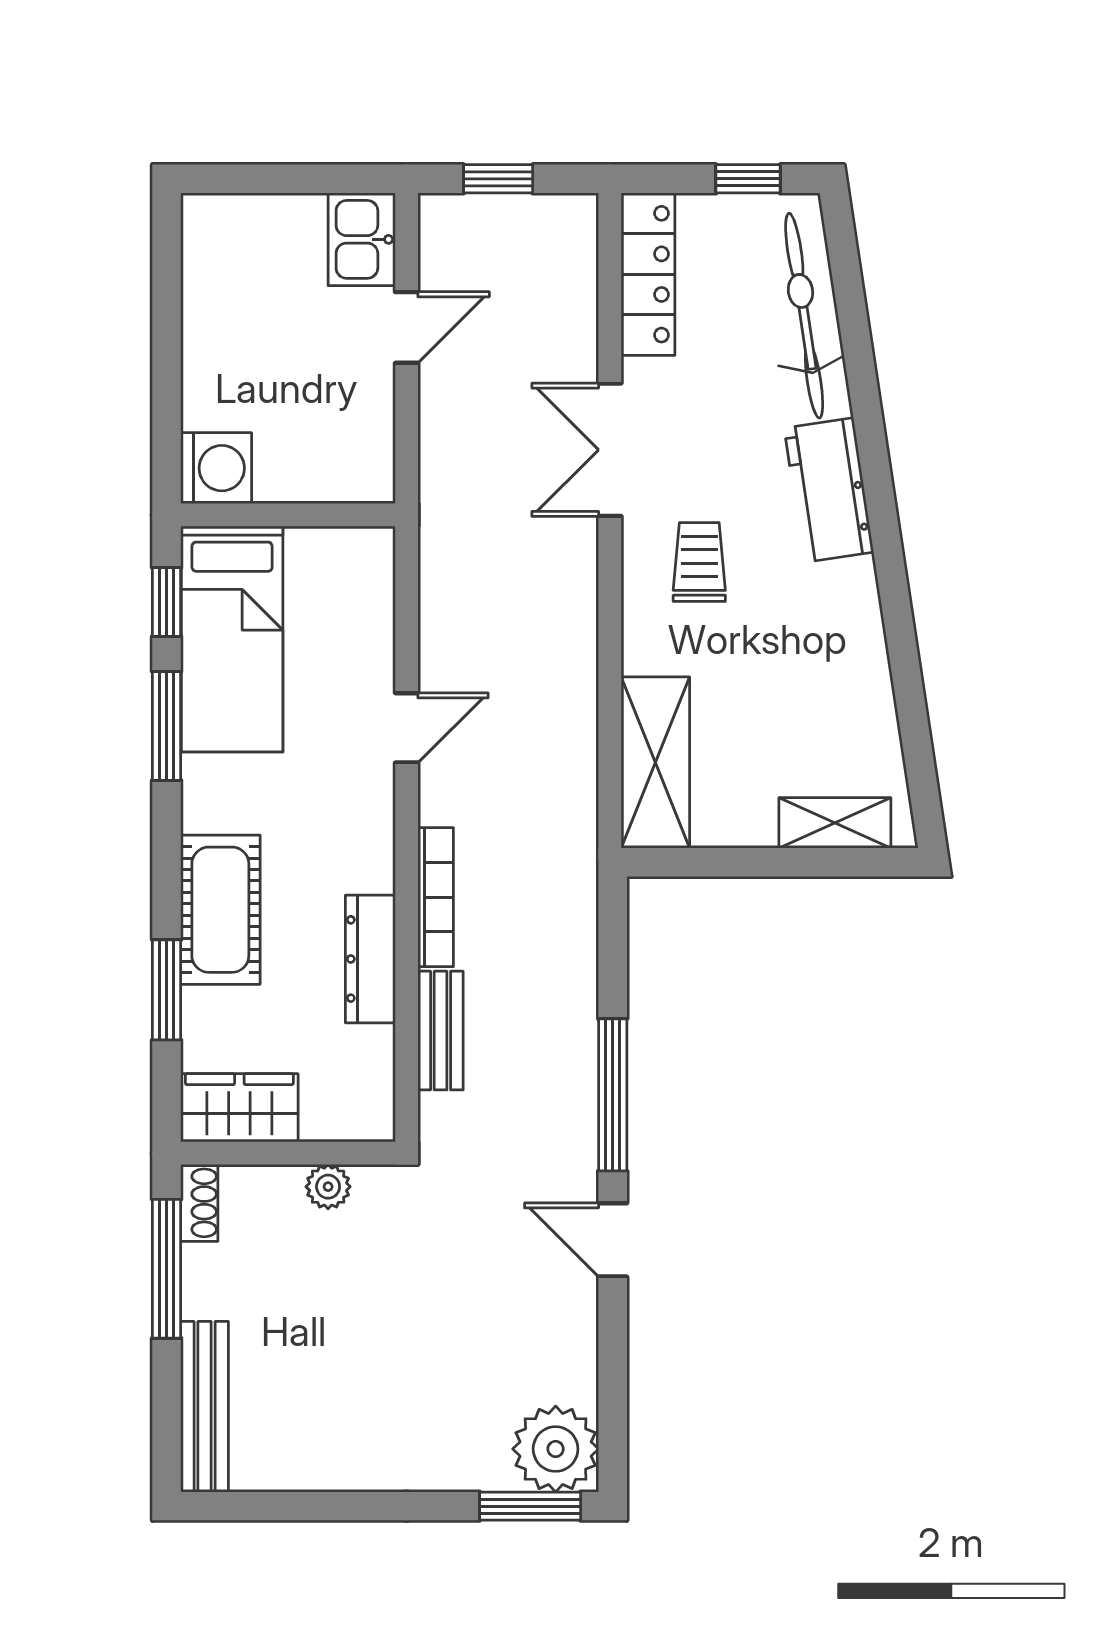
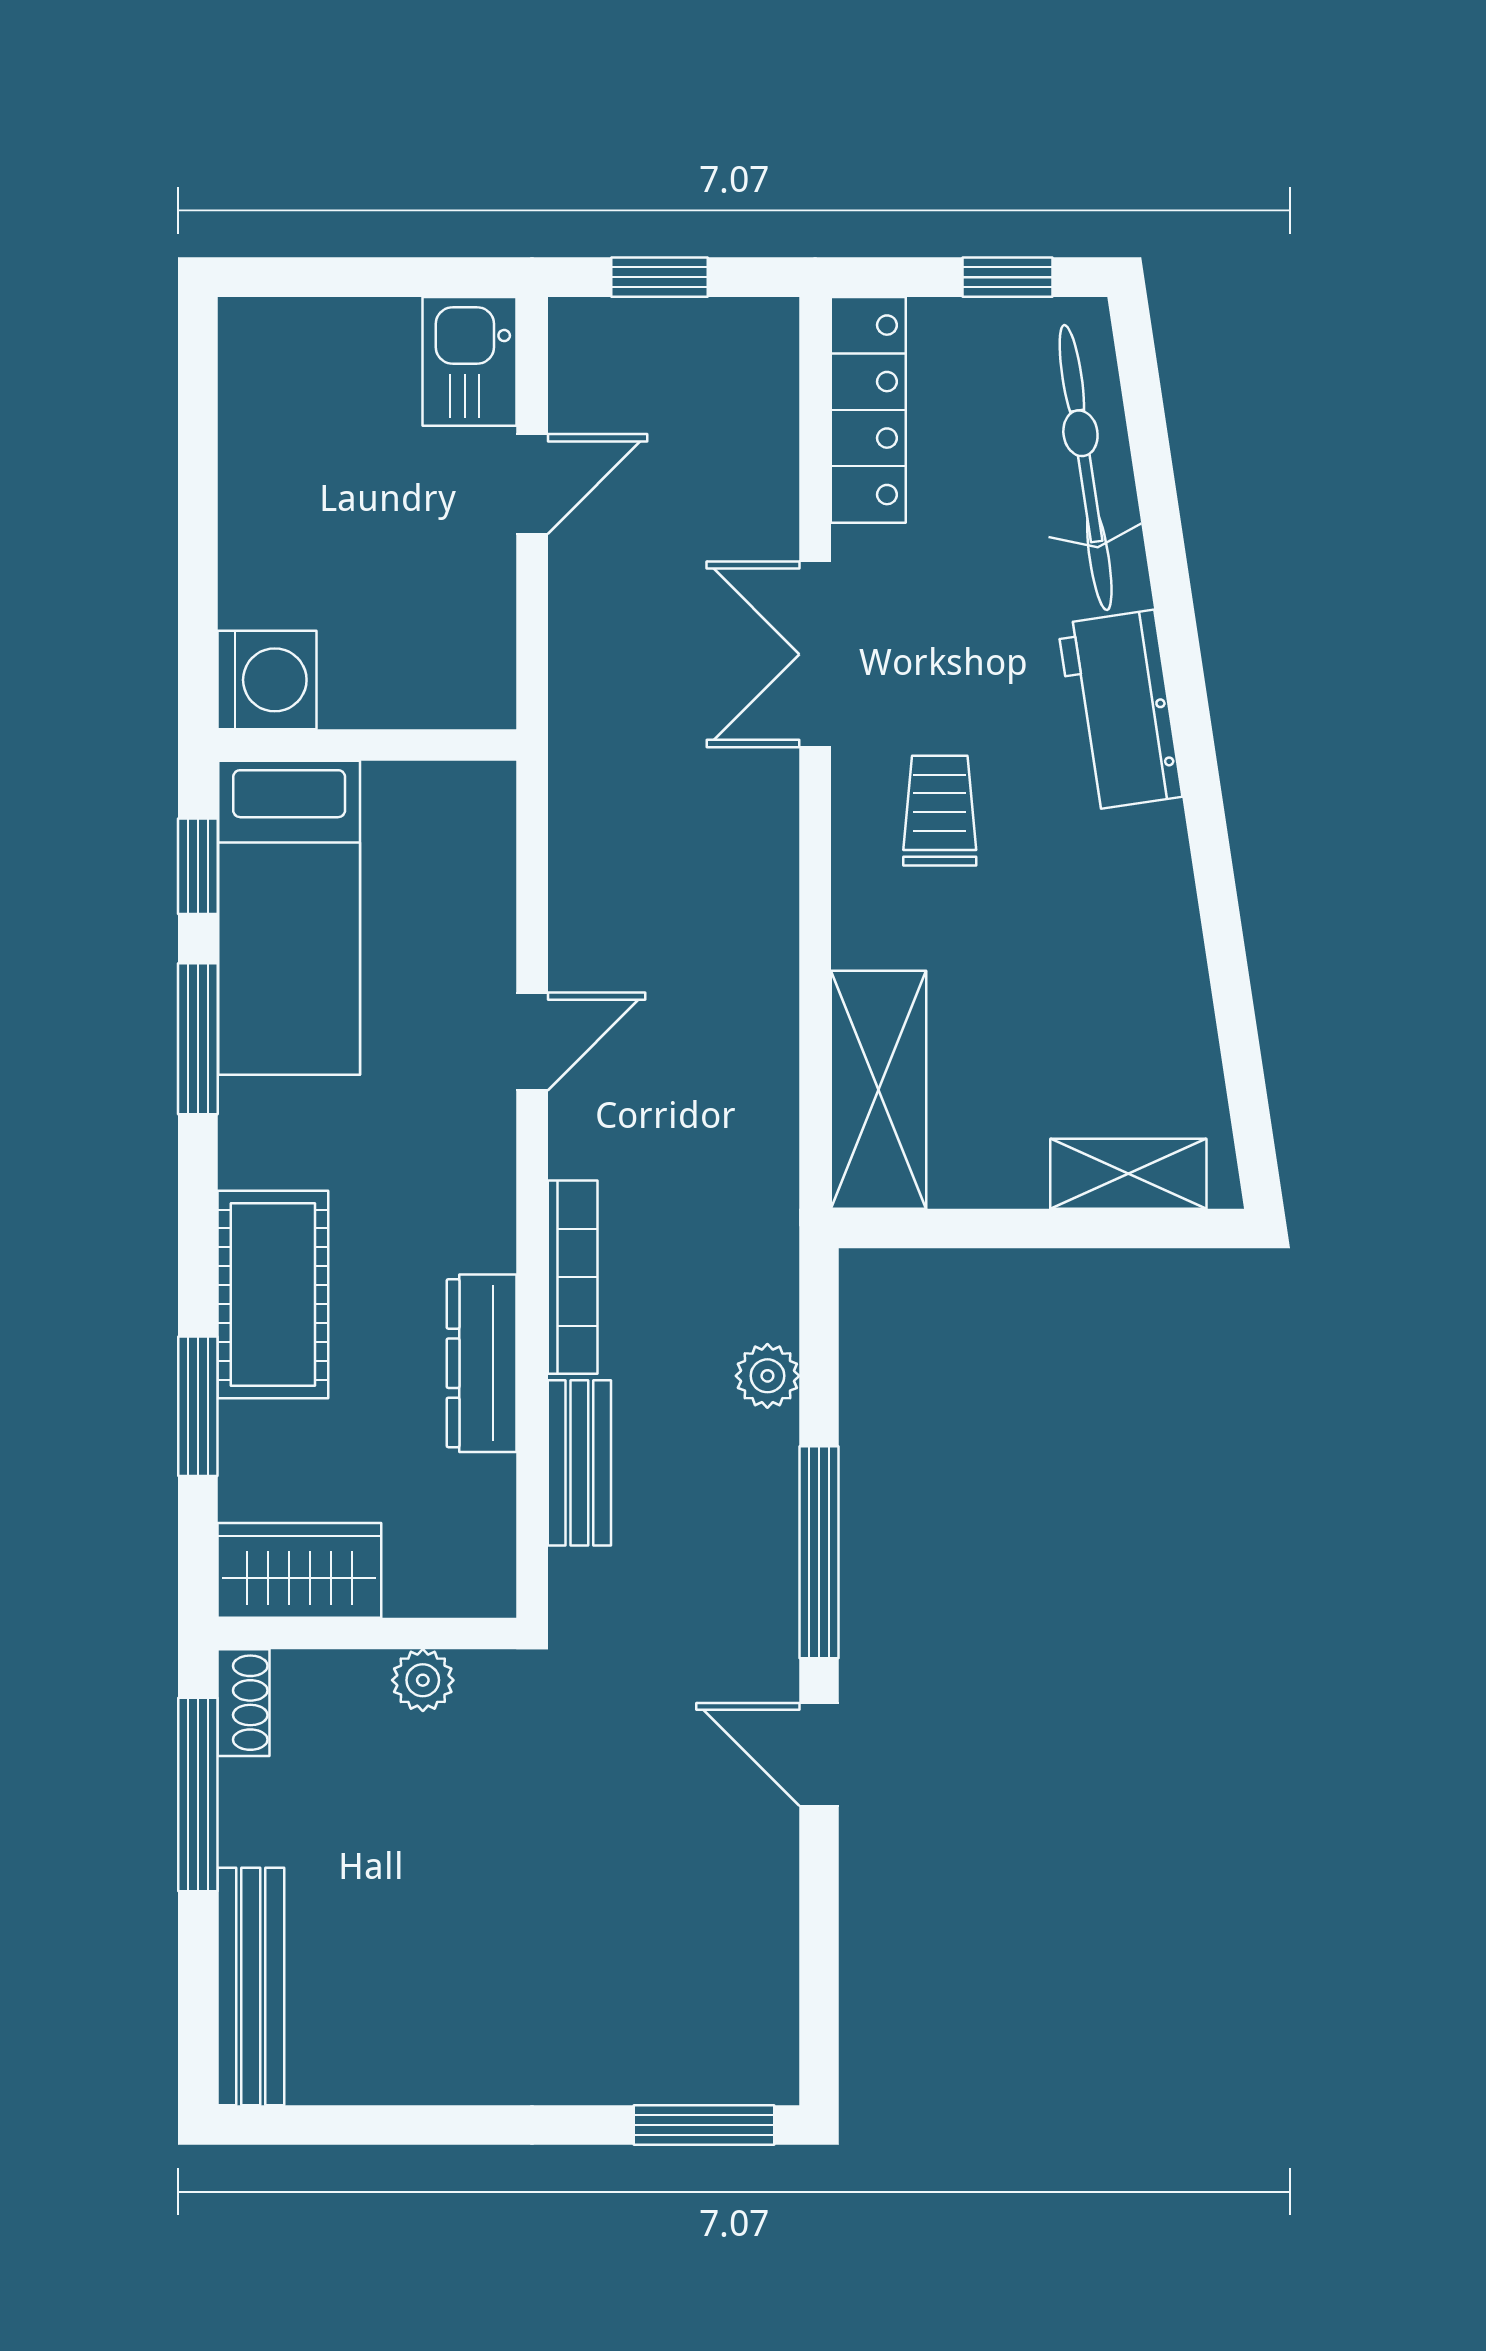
plant: (556, 1449) -> (767, 1376), moved, width x0.53, depth x0.53

